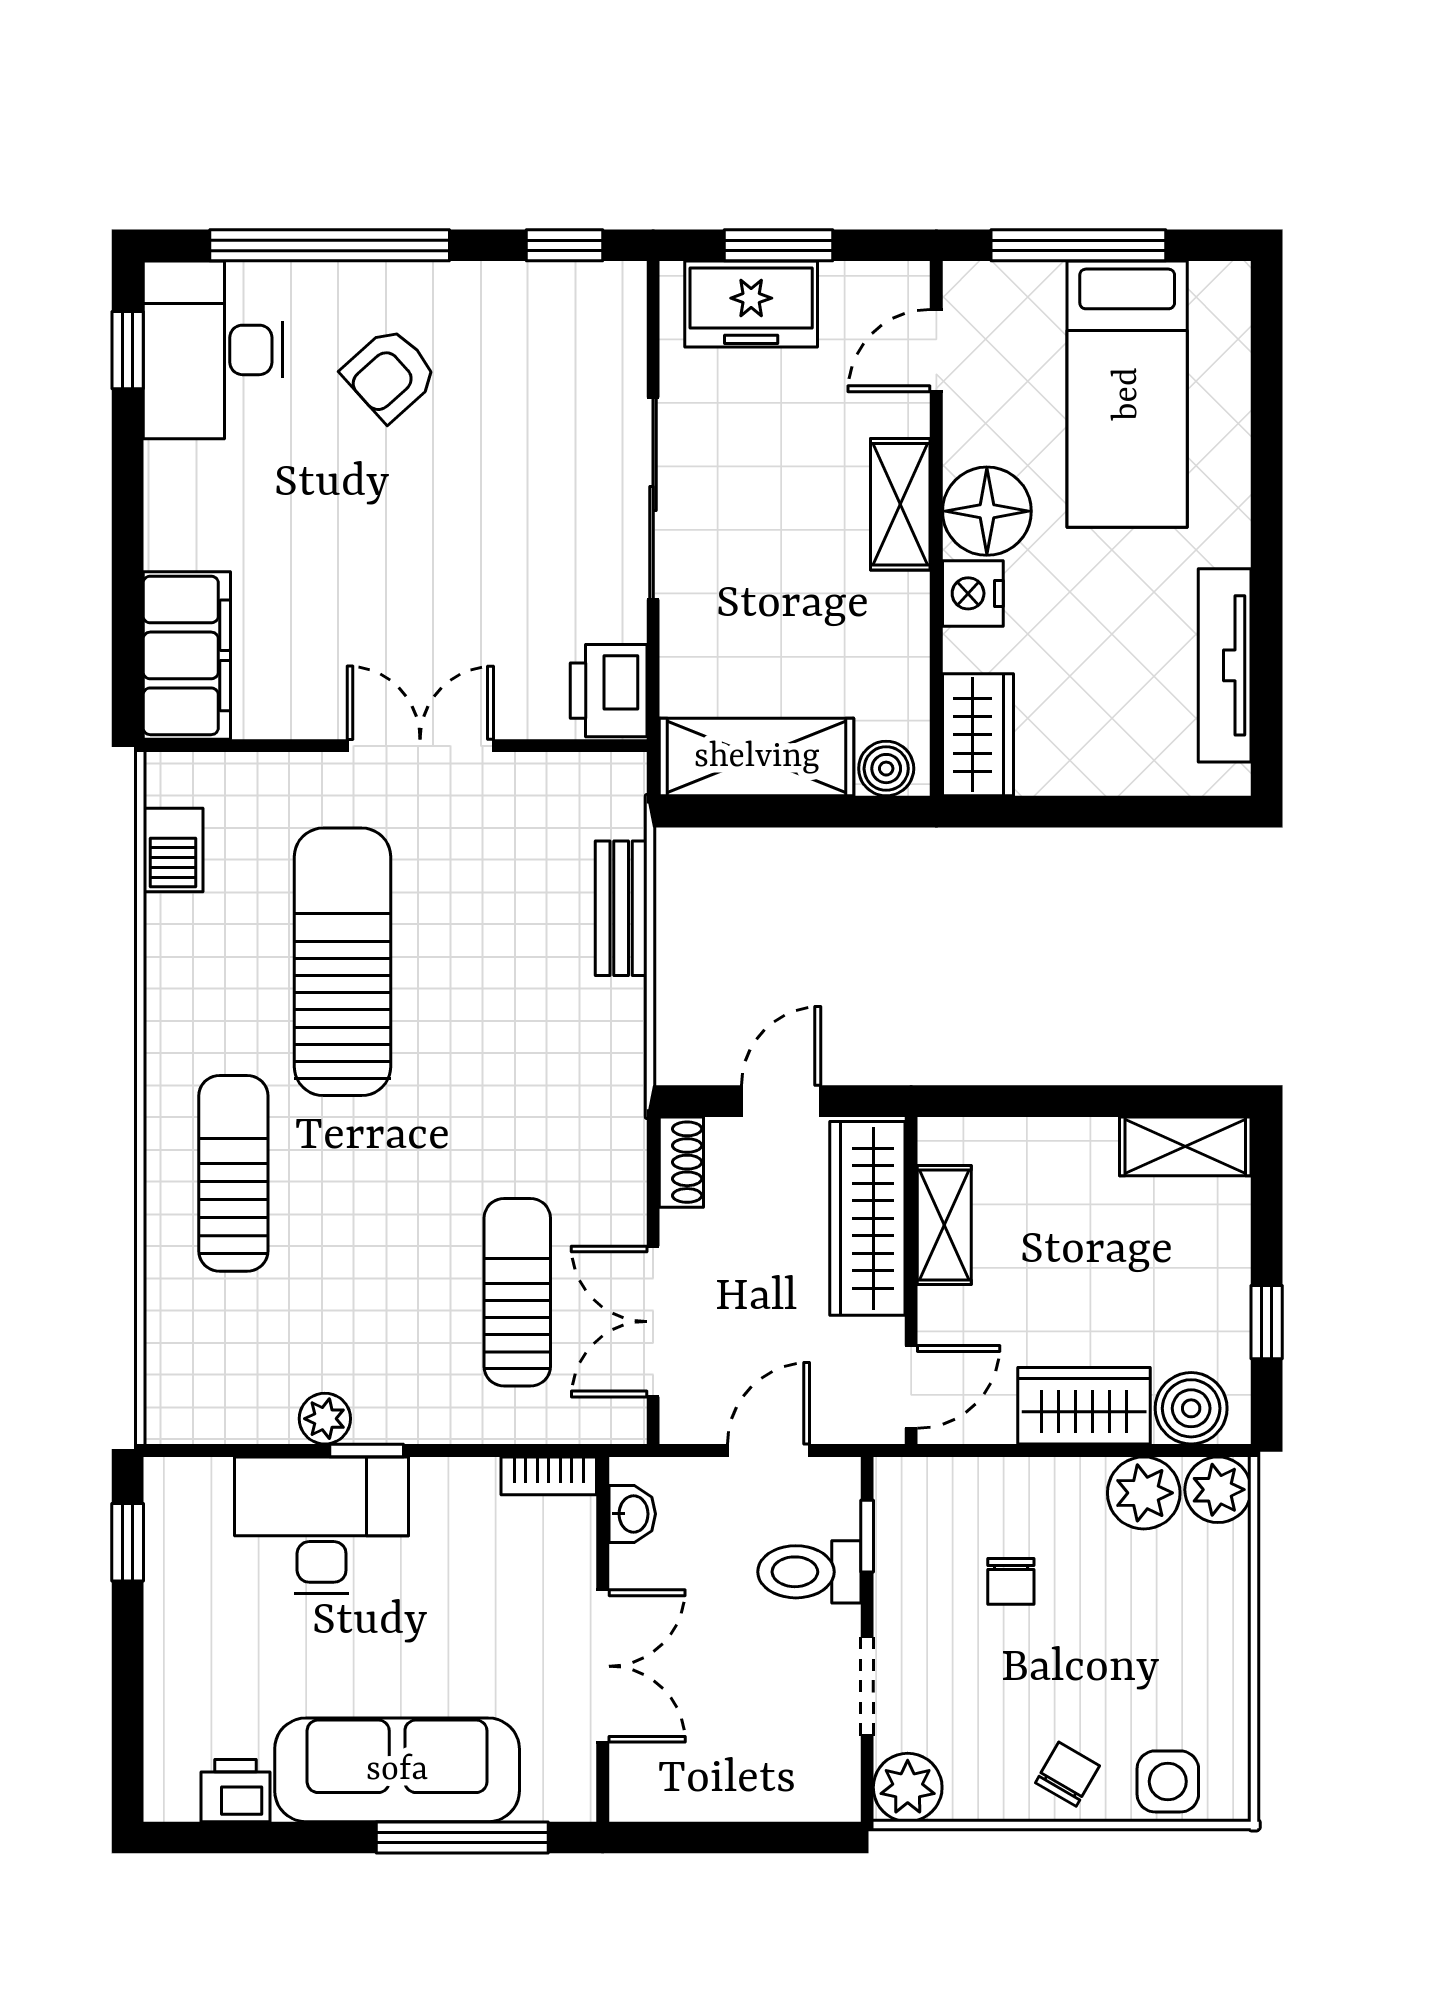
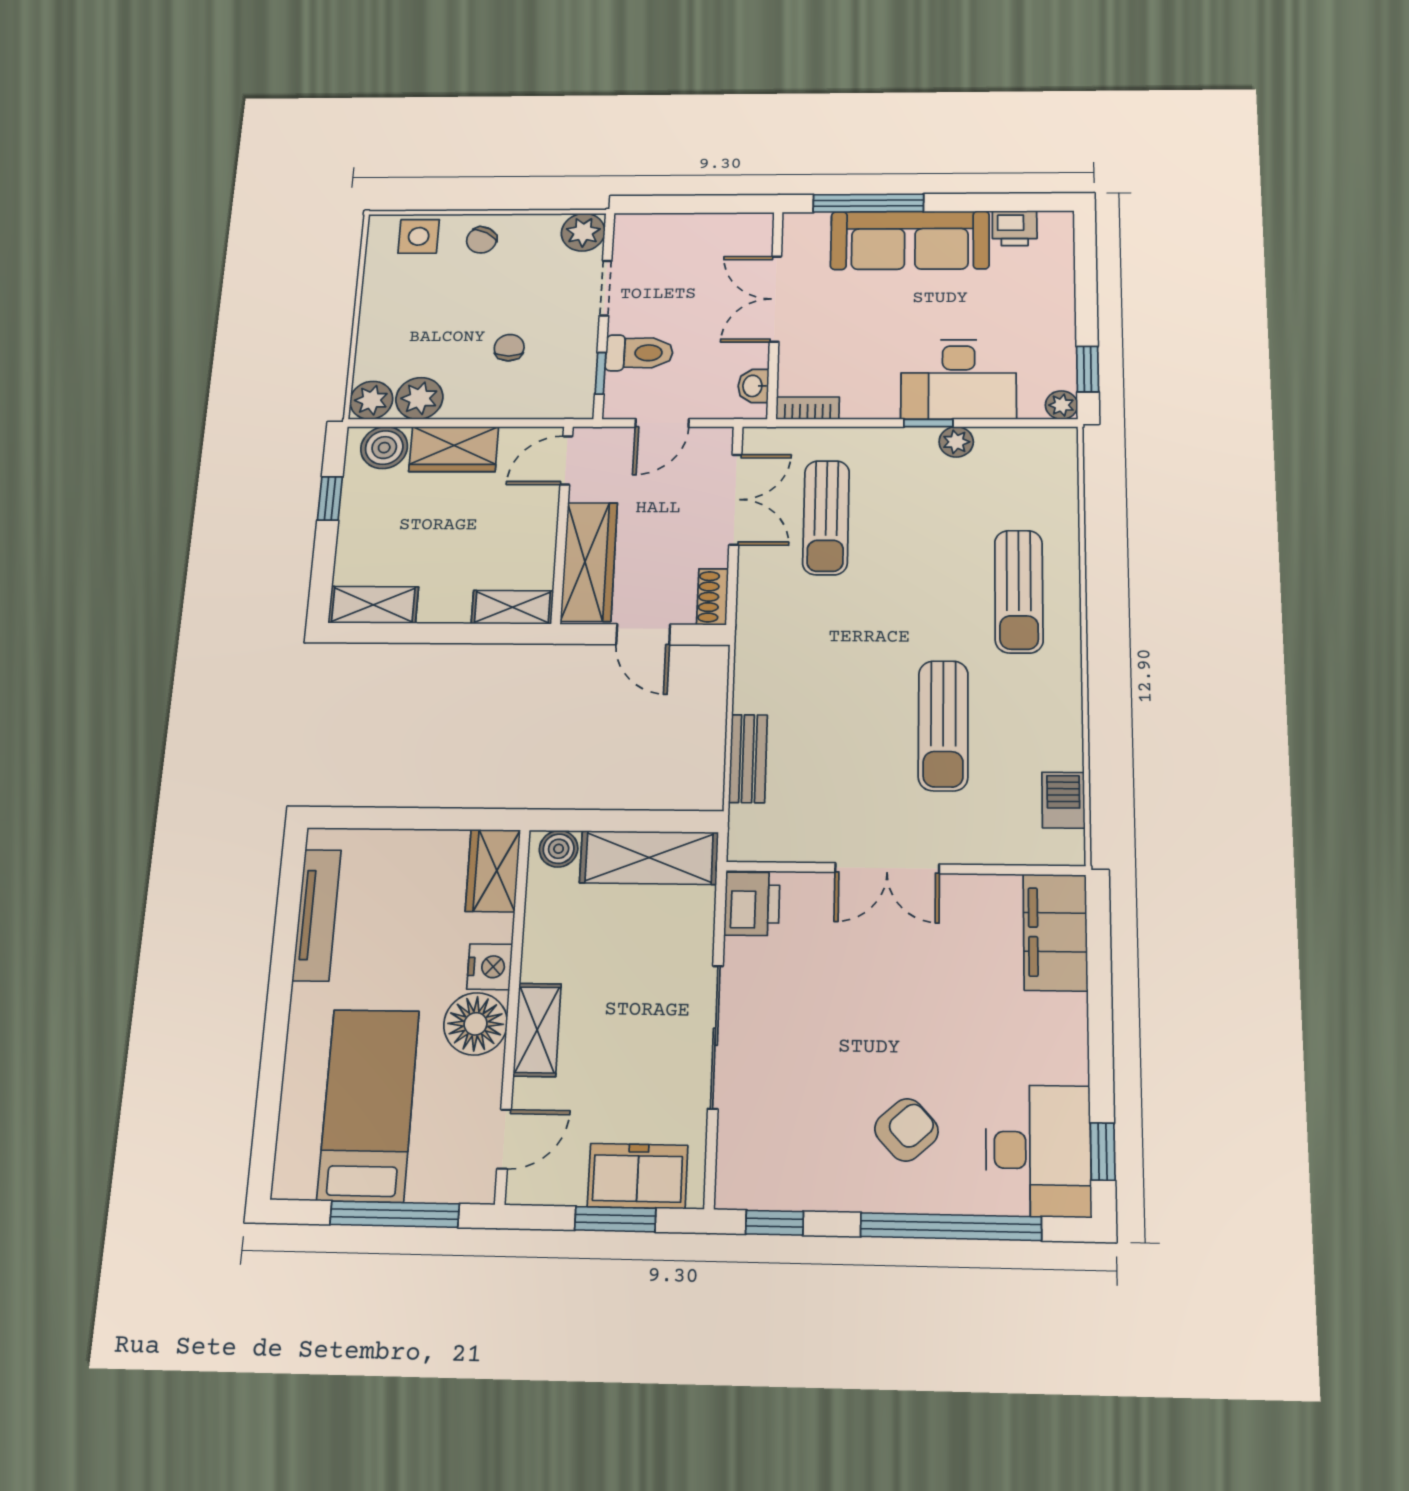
sun lounger: (342, 962) -> (943, 725), width x0.73, depth x0.75
door: (781, 1101) -> (643, 634), hinge flipped
shelving: (944, 1225) -> (512, 607), moved, turned 90
plant: (167, 1481) -> (1062, 405), added

